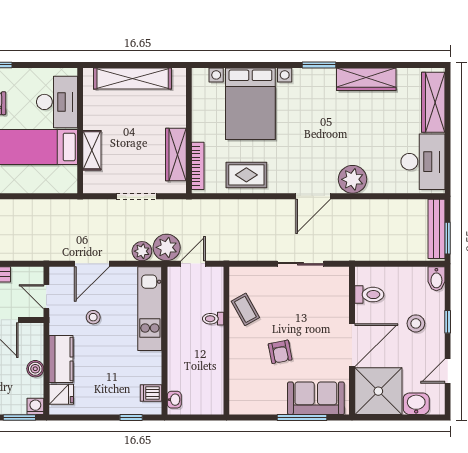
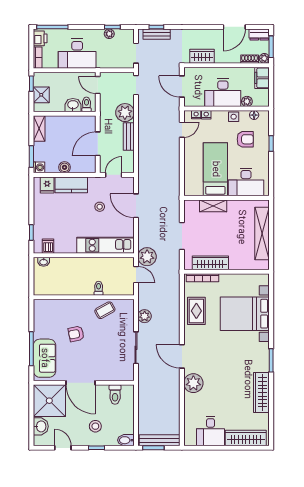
desk: (423, 162) -> (211, 431), width x0.73
plant: (142, 251) -> (145, 316), moved

